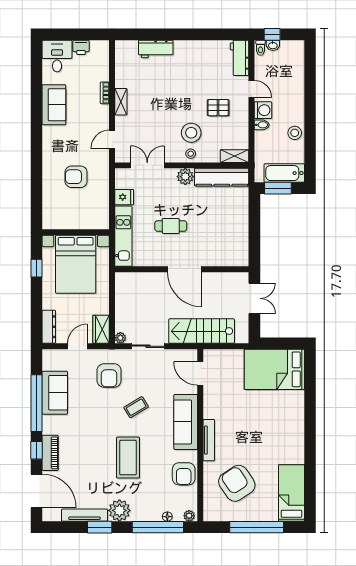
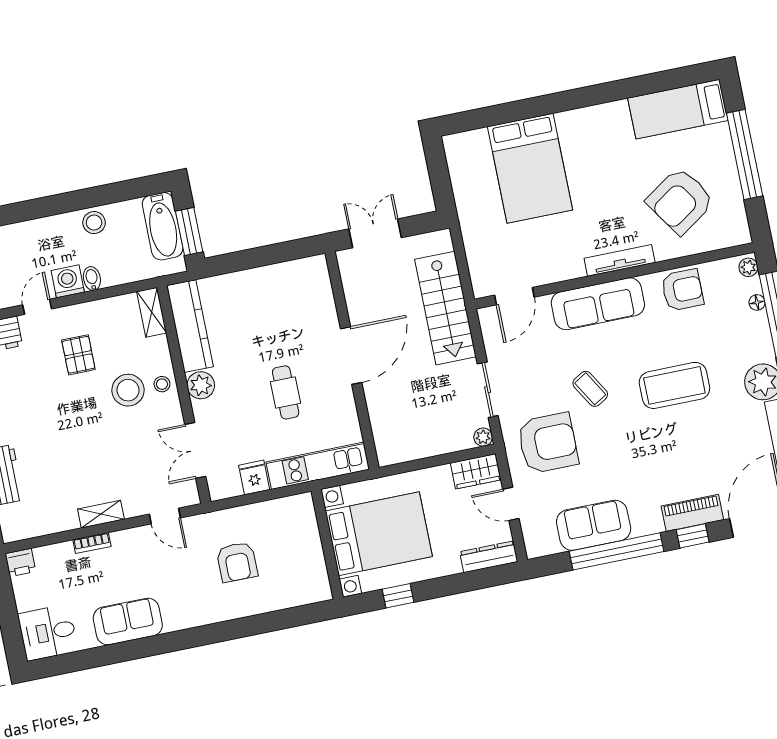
printer: (81, 47) -> (20, 563), moved, turned 90
bed: (274, 369) -> (530, 168), moved
armchair: (109, 375) -> (548, 443), width x1.36, depth x1.36

